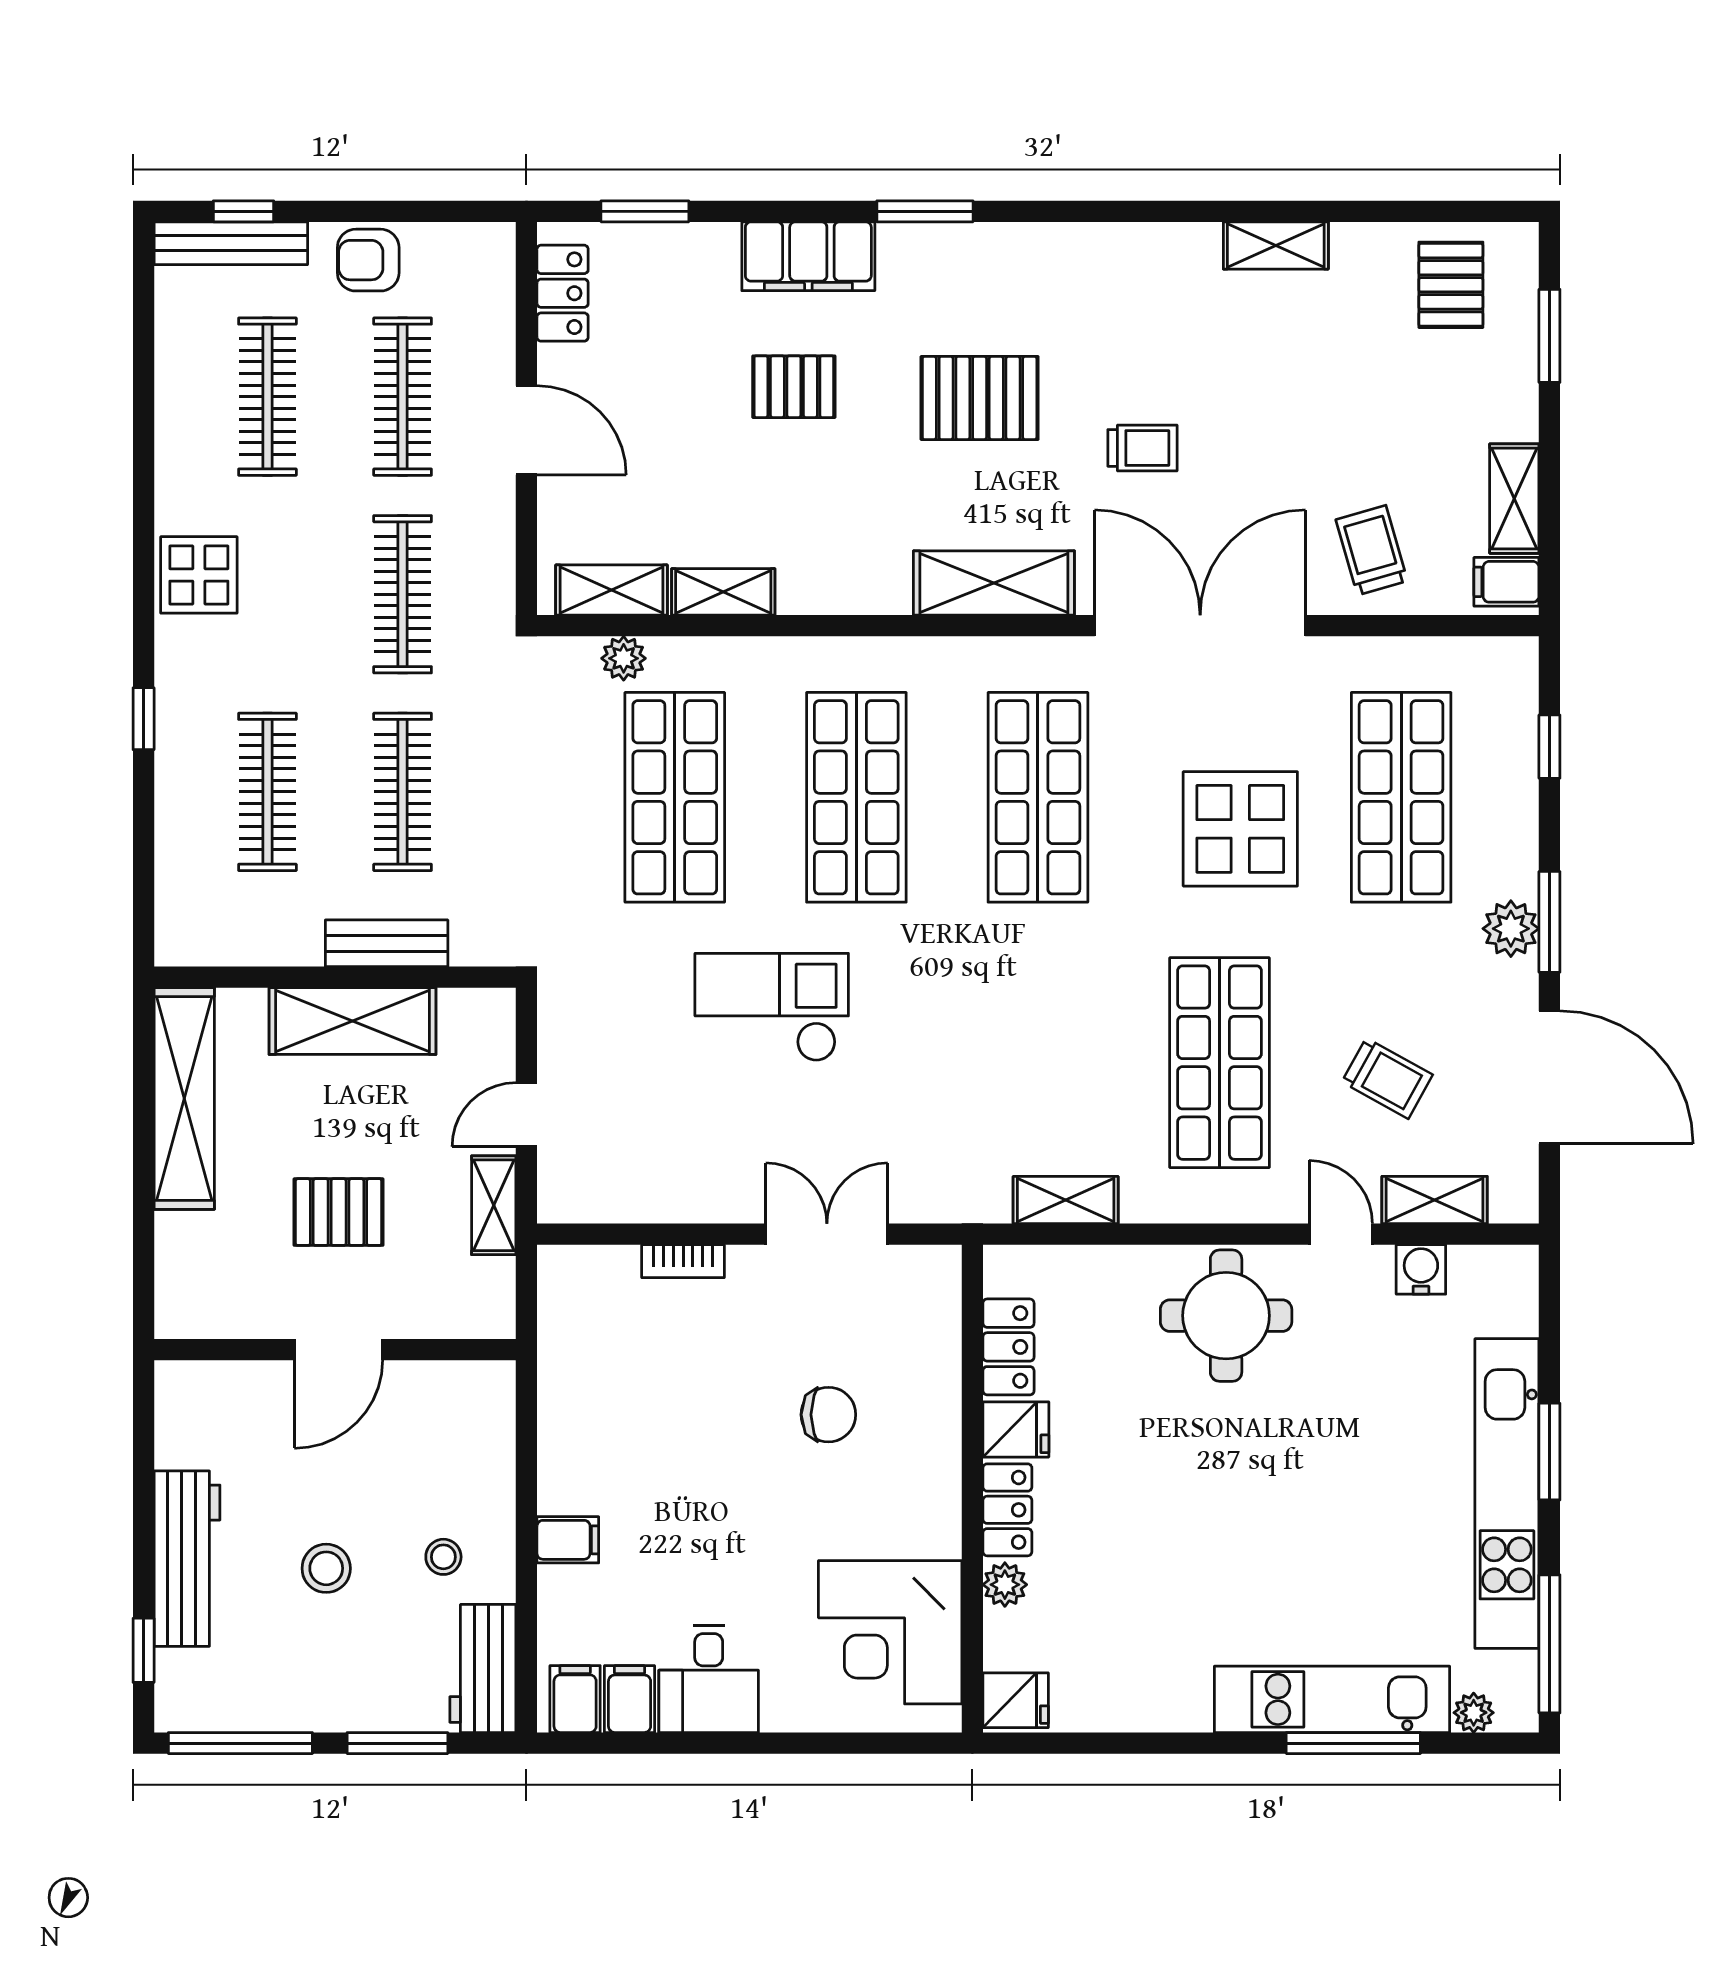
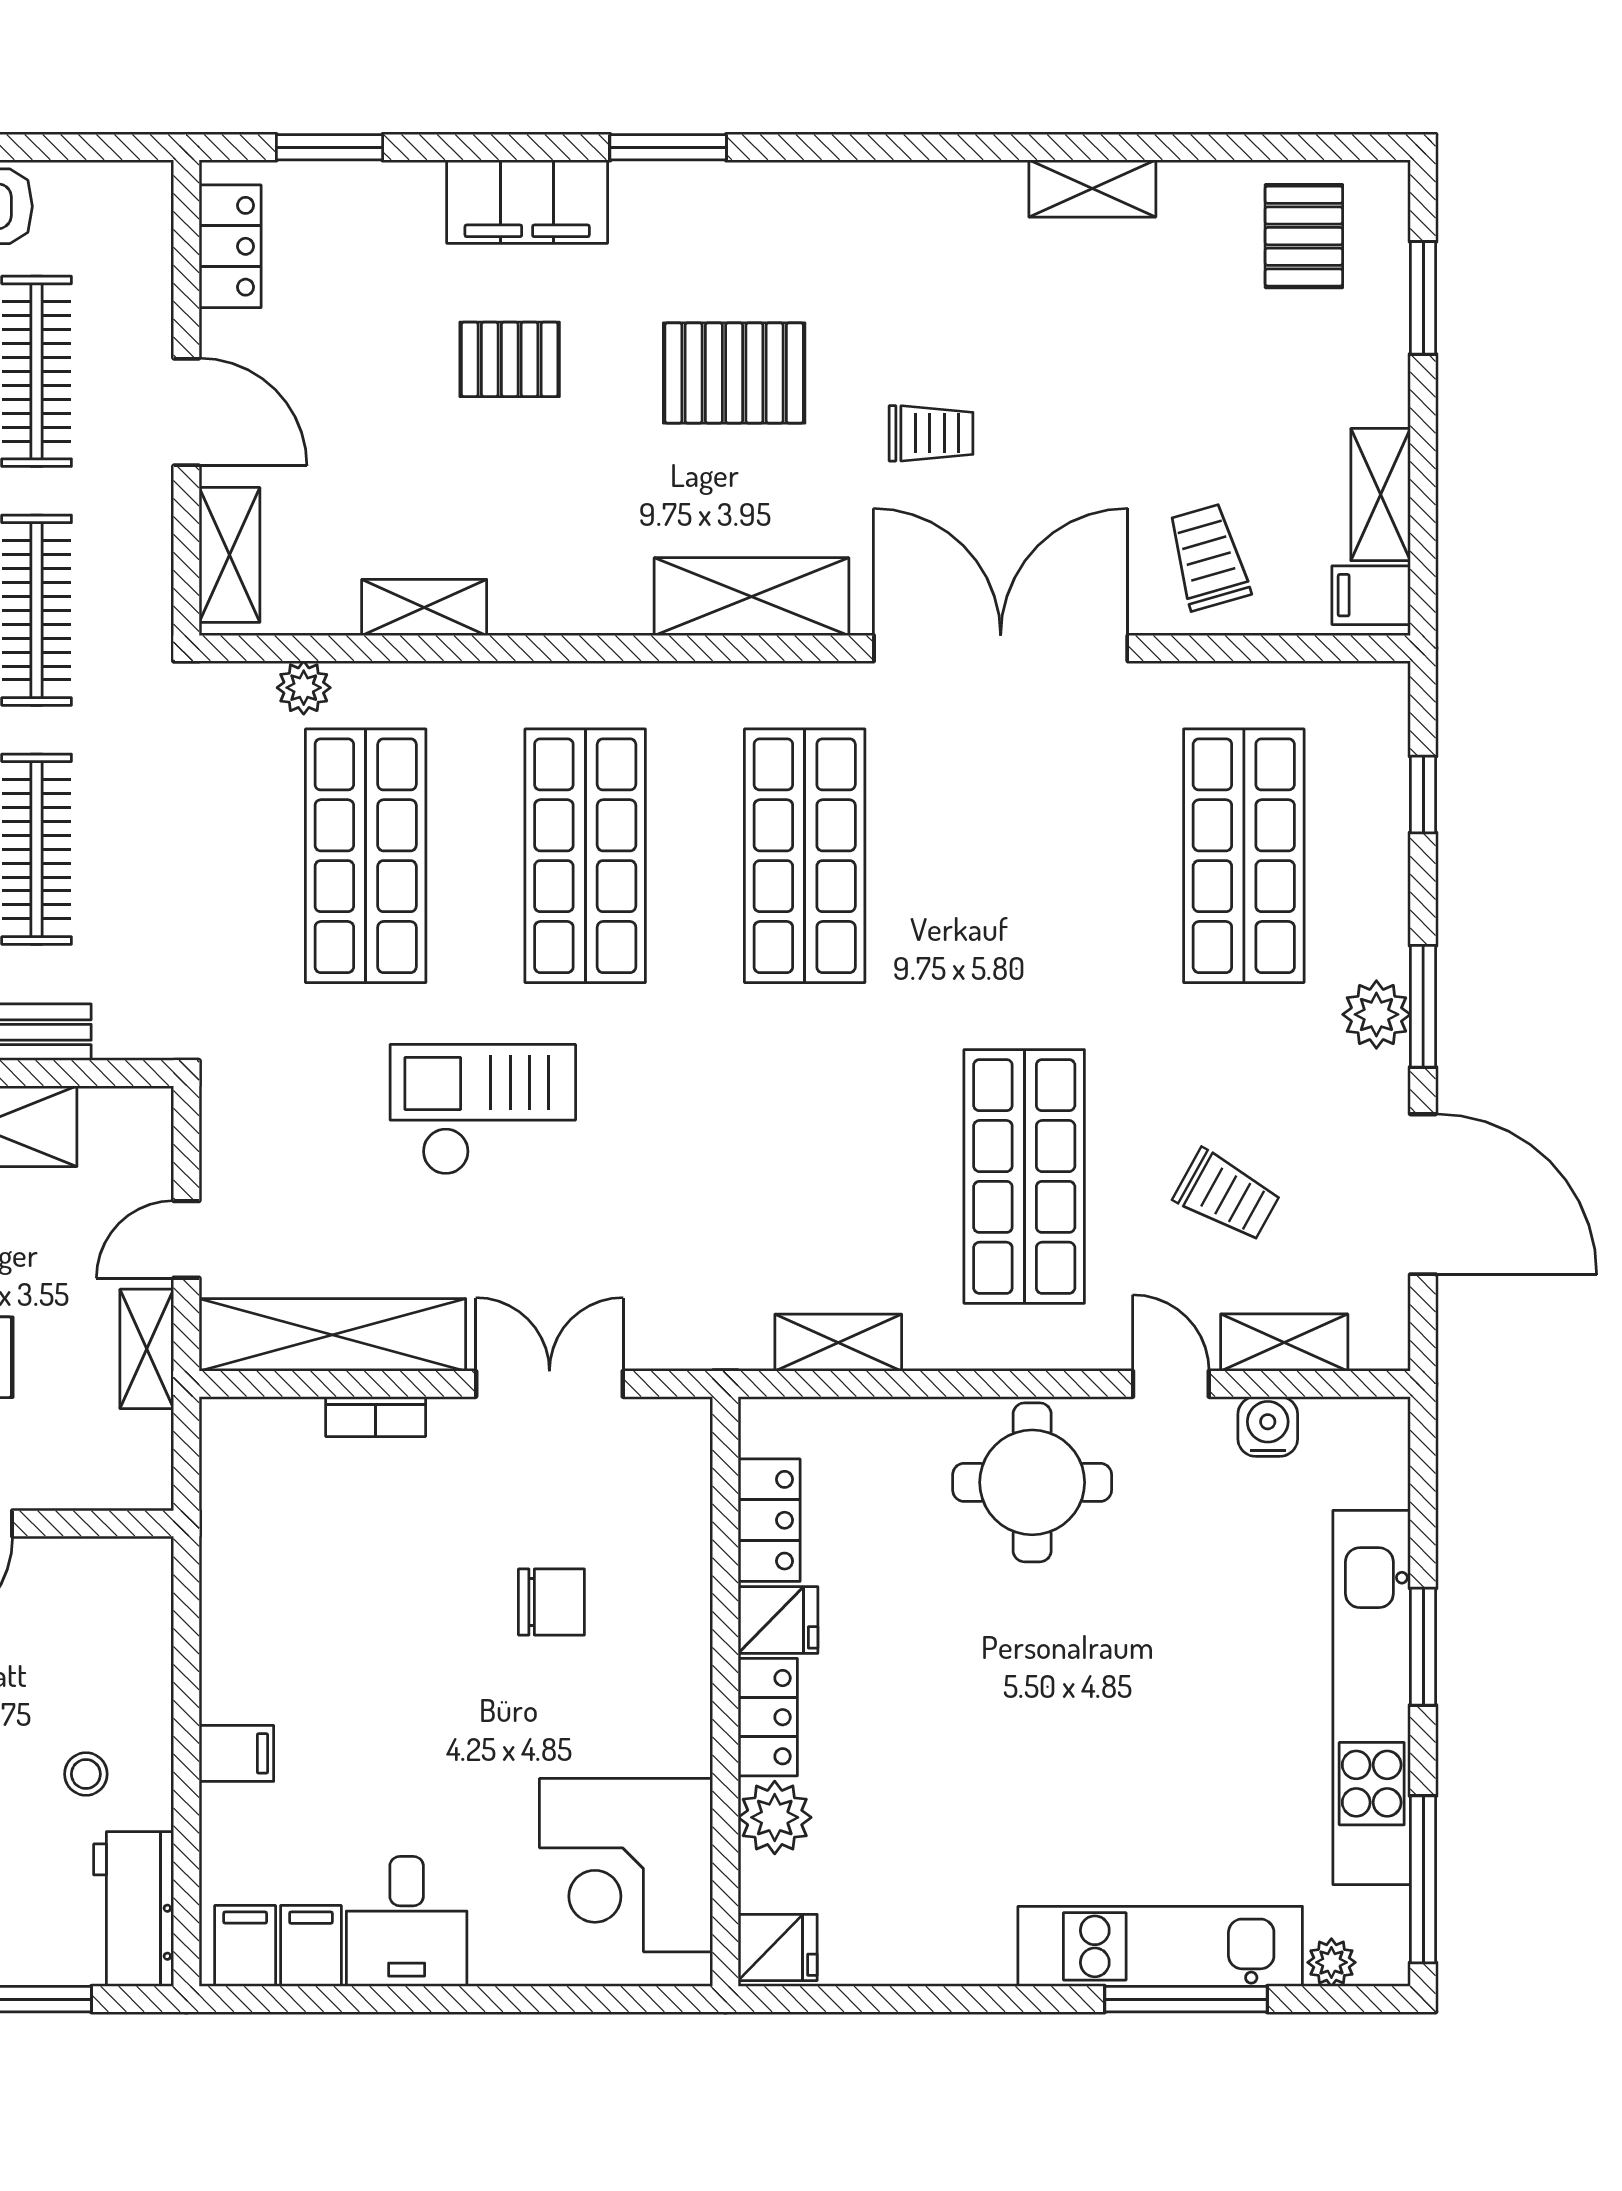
shelving: (611, 590) -> (229, 555), moved, turned 90
display table: (1240, 829) -> (1049, 894), removed
shelving: (647, 1194) -> (332, 1335), added
plant: (1005, 1585) -> (775, 1817), width x1.38, depth x1.38

